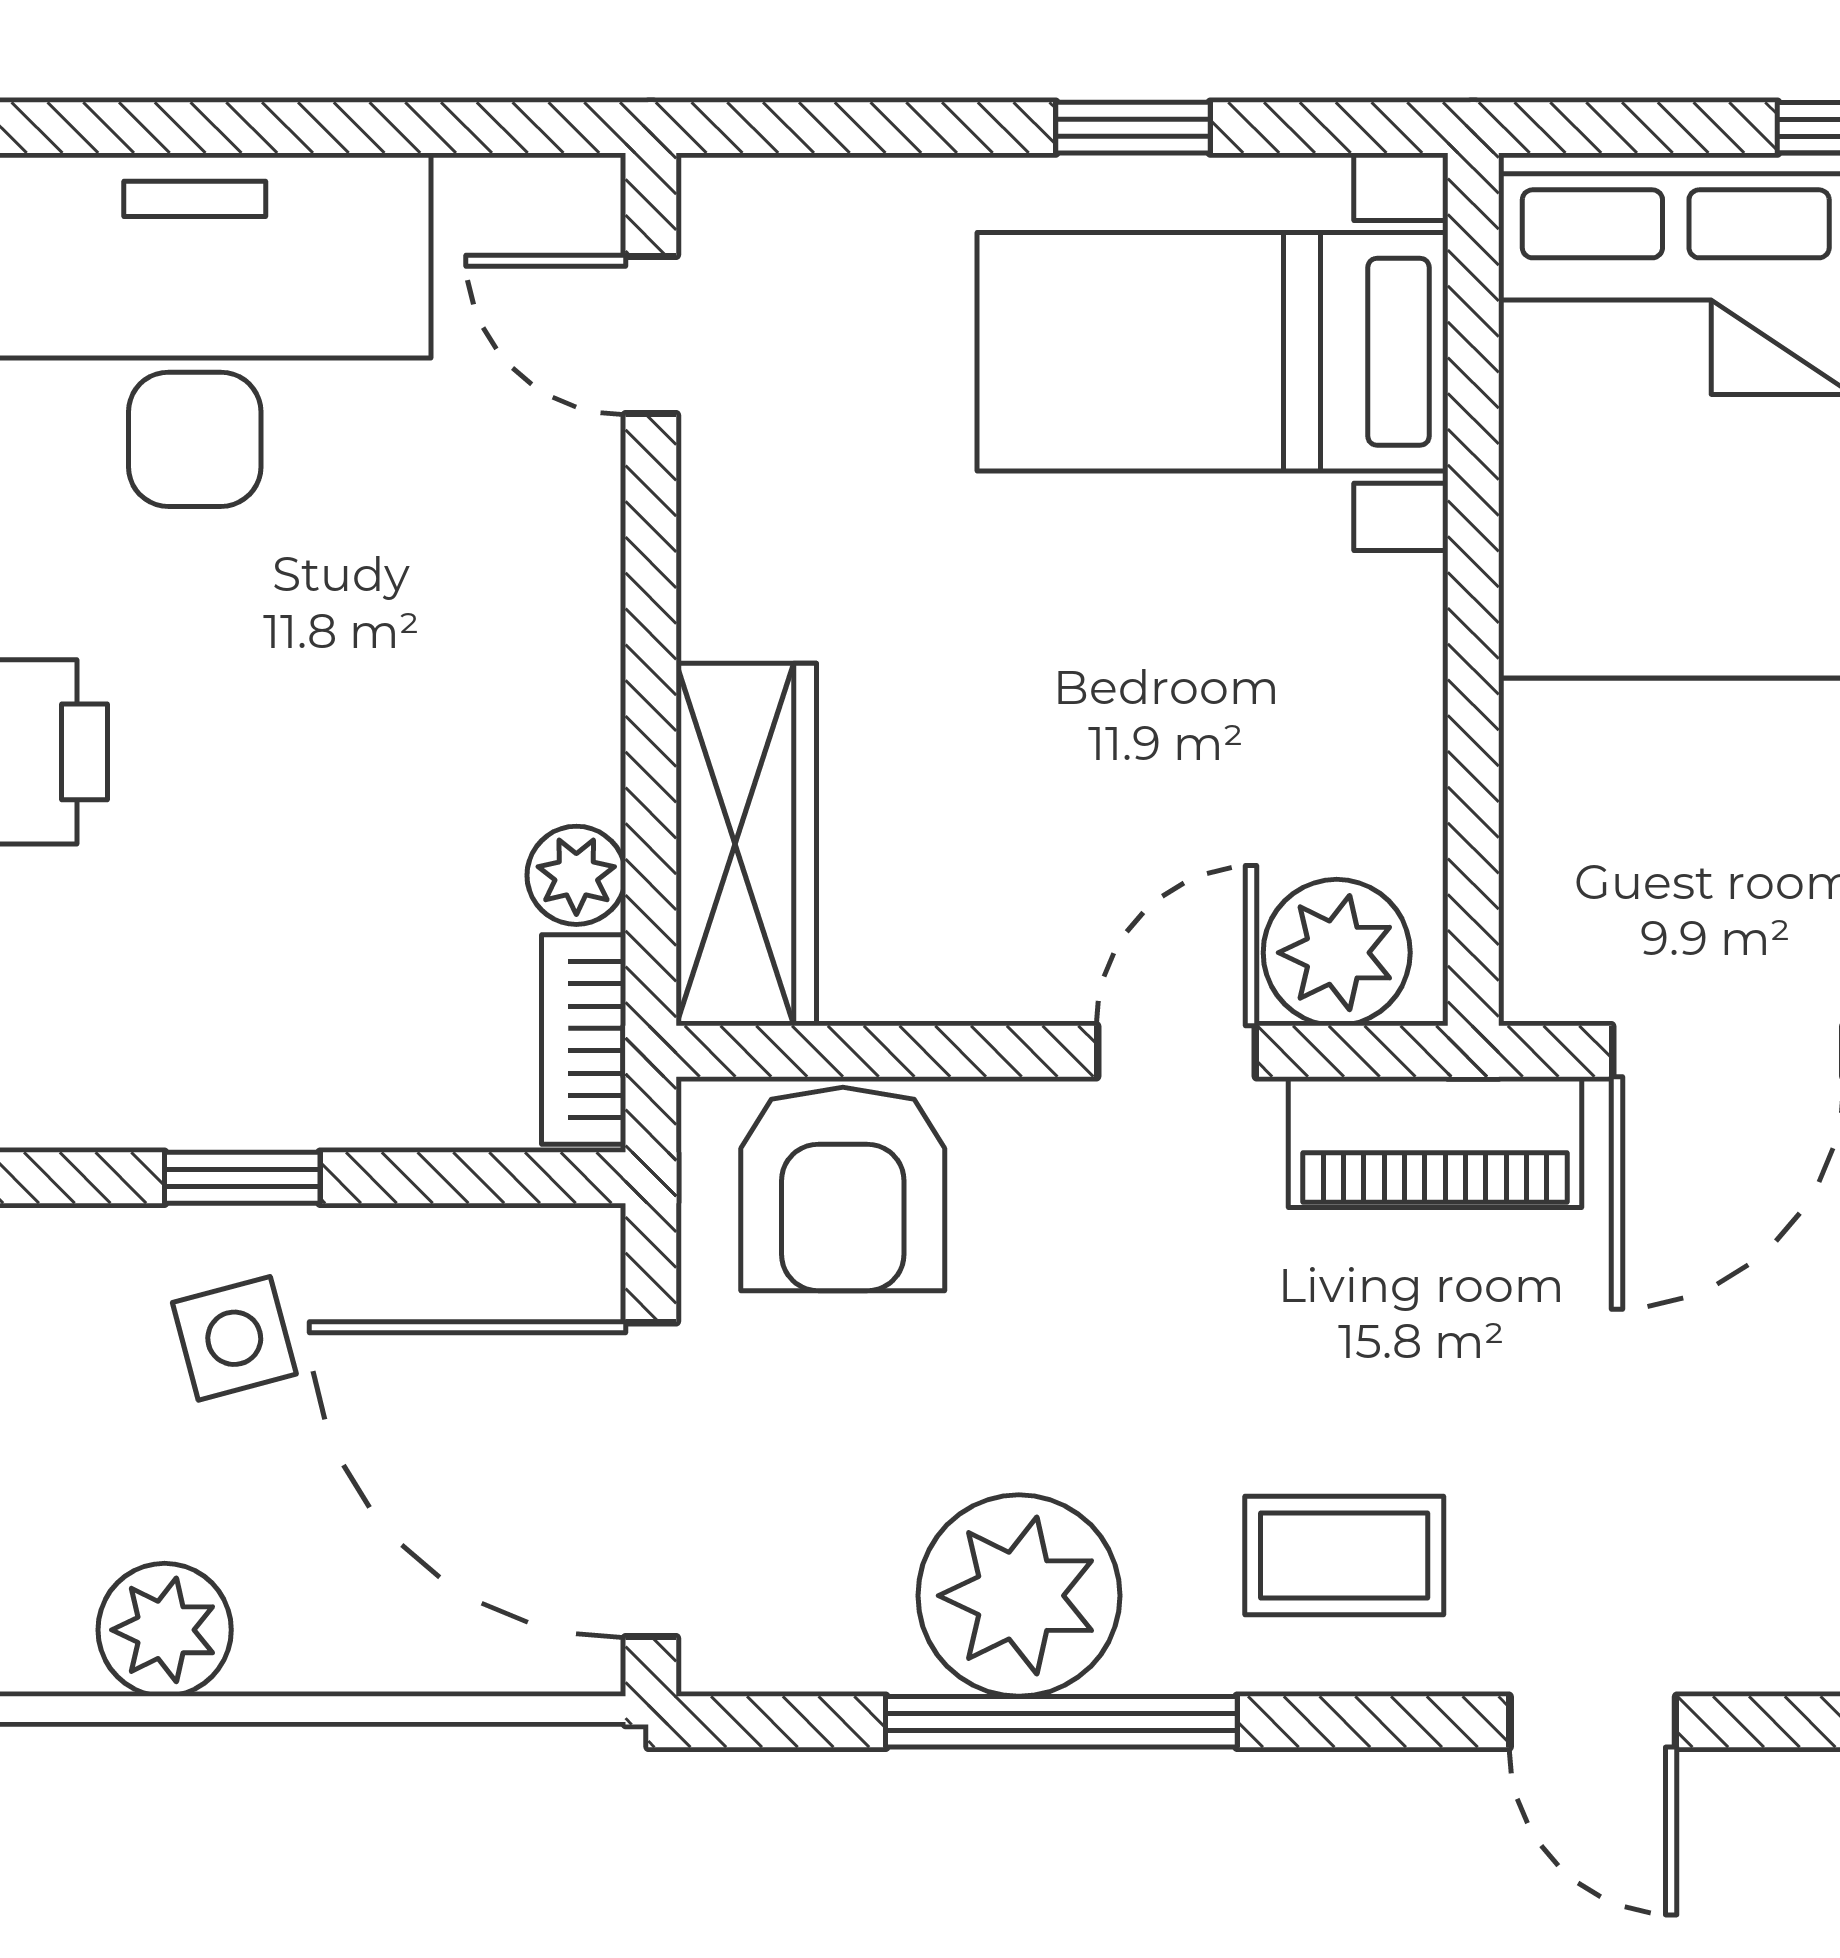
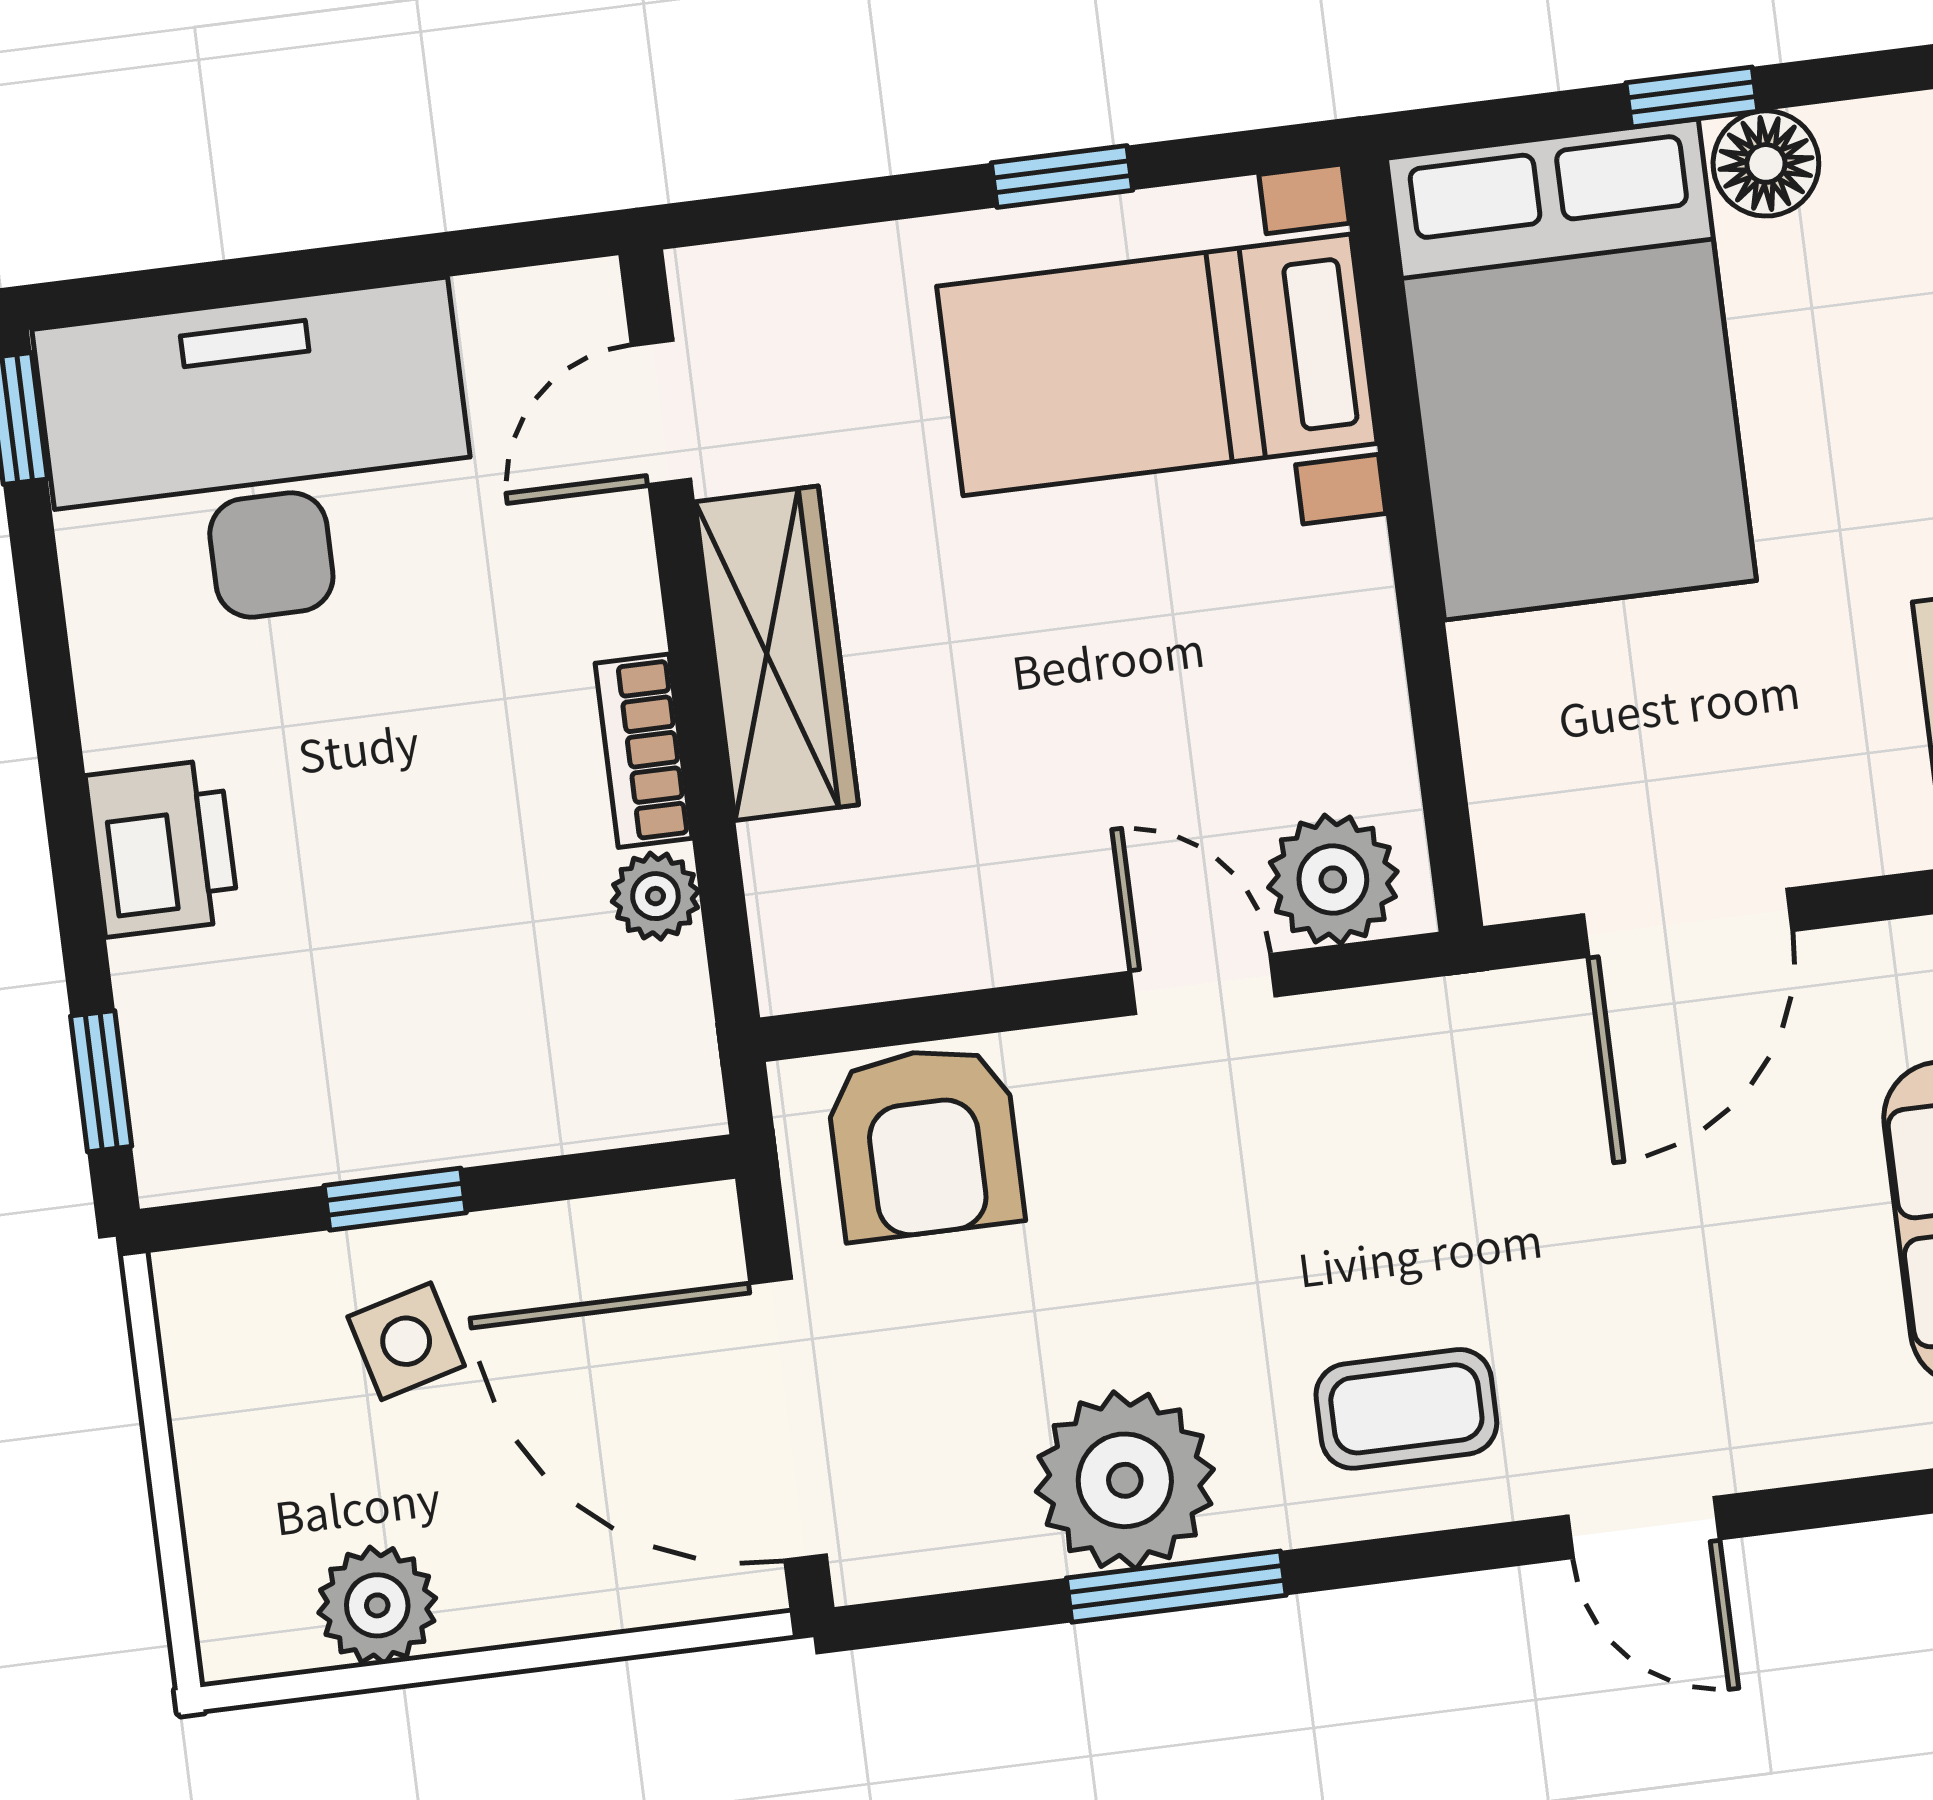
door: (651, 335) -> (661, 413), hinge flipped
wardrobe: (746, 845) -> (777, 653), moved
bookcase: (584, 1040) -> (644, 751), moved
door: (1177, 1051) -> (1203, 984), hinge flipped
piano: (1435, 1142) -> (1440, 1035), removed
window: (1061, 1722) -> (1176, 1587), width x0.69

